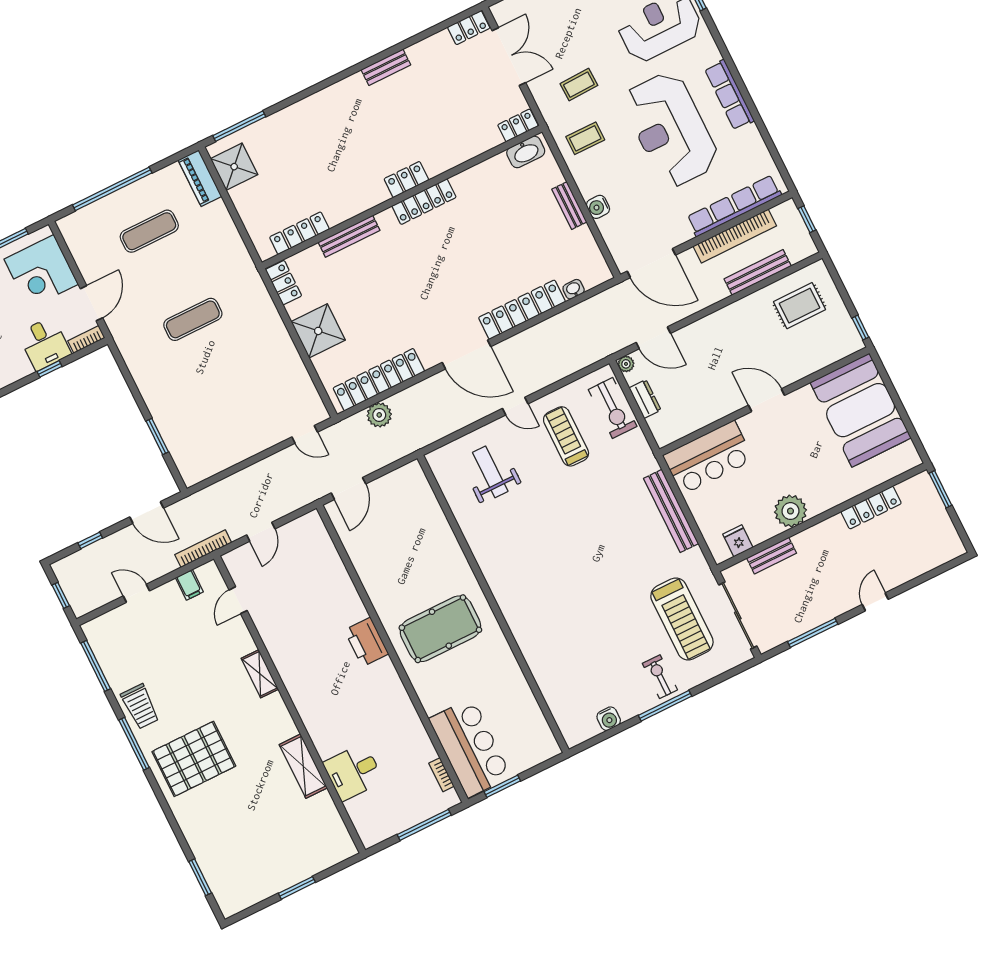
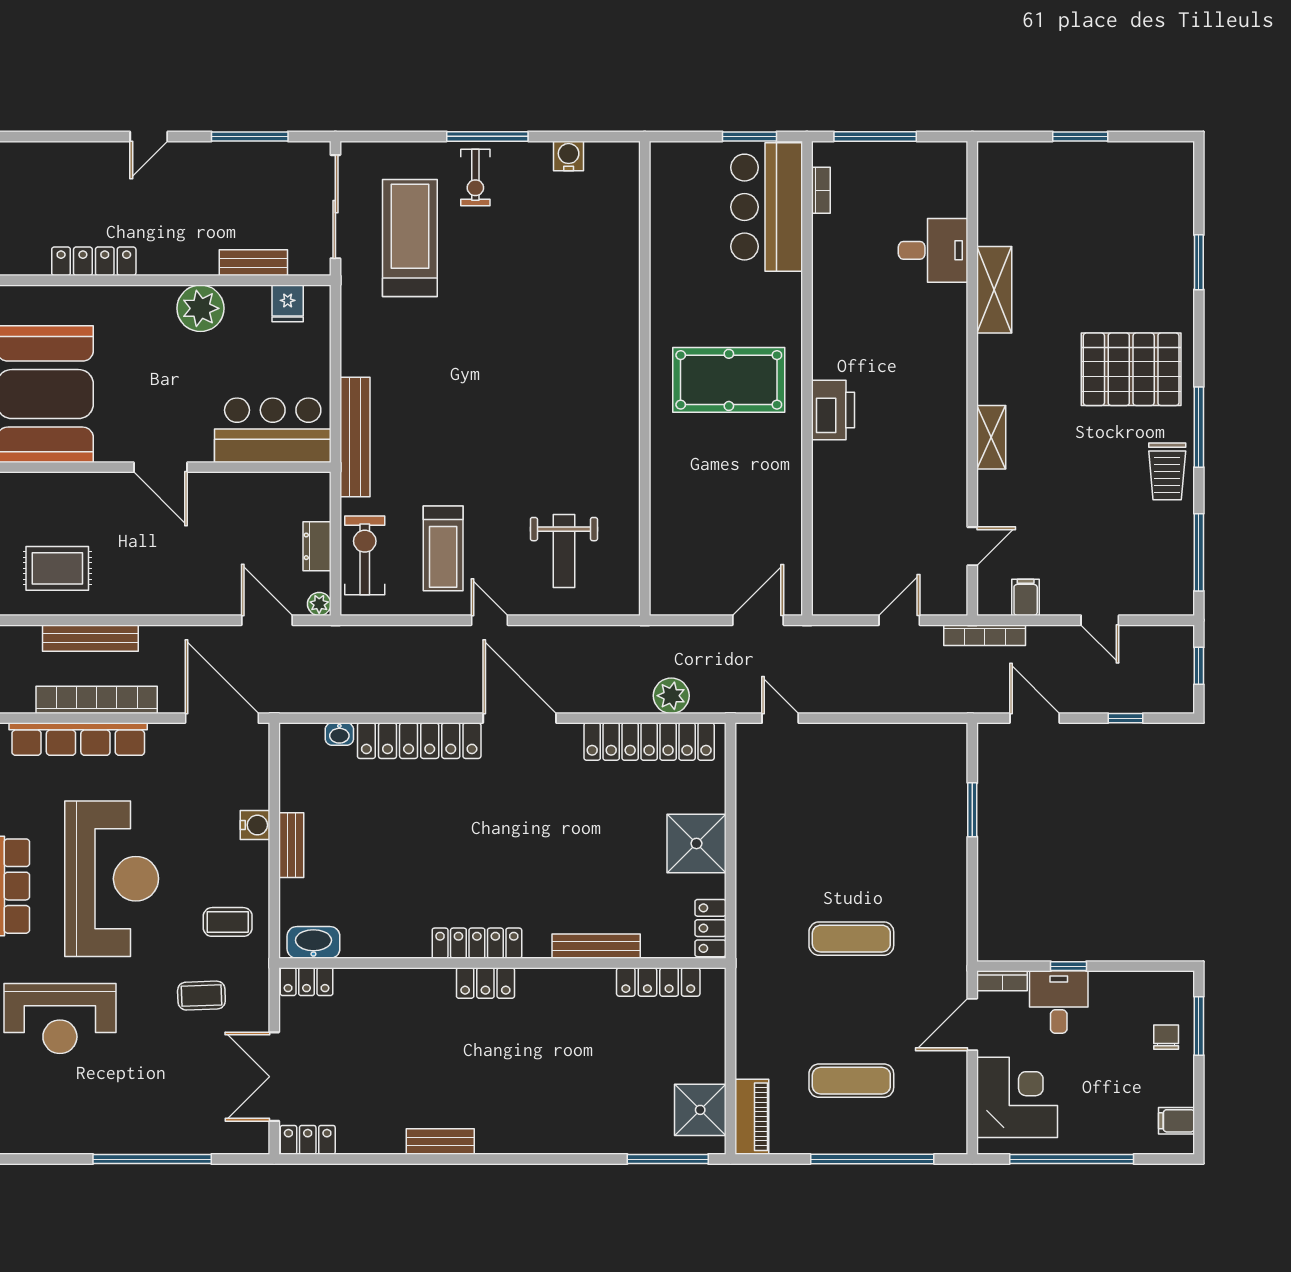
bench: (671, 511) -> (355, 437), moved
trolley: (140, 707) -> (1167, 471), turned 180
window: (200, 877) -> (1199, 262), moved

